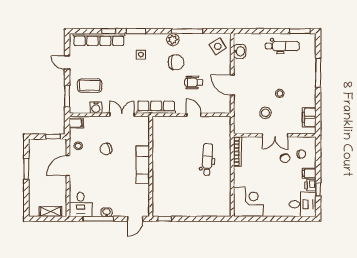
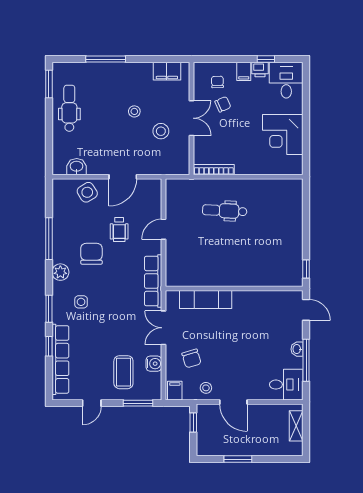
plant: (173, 40) -> (60, 272), moved
side table: (218, 46) -> (87, 192), moved
chair: (106, 149) -> (192, 358), moved
exam couch: (143, 165) -> (206, 300), moved
corner desk: (248, 202) -> (283, 135), moved, turned -90

